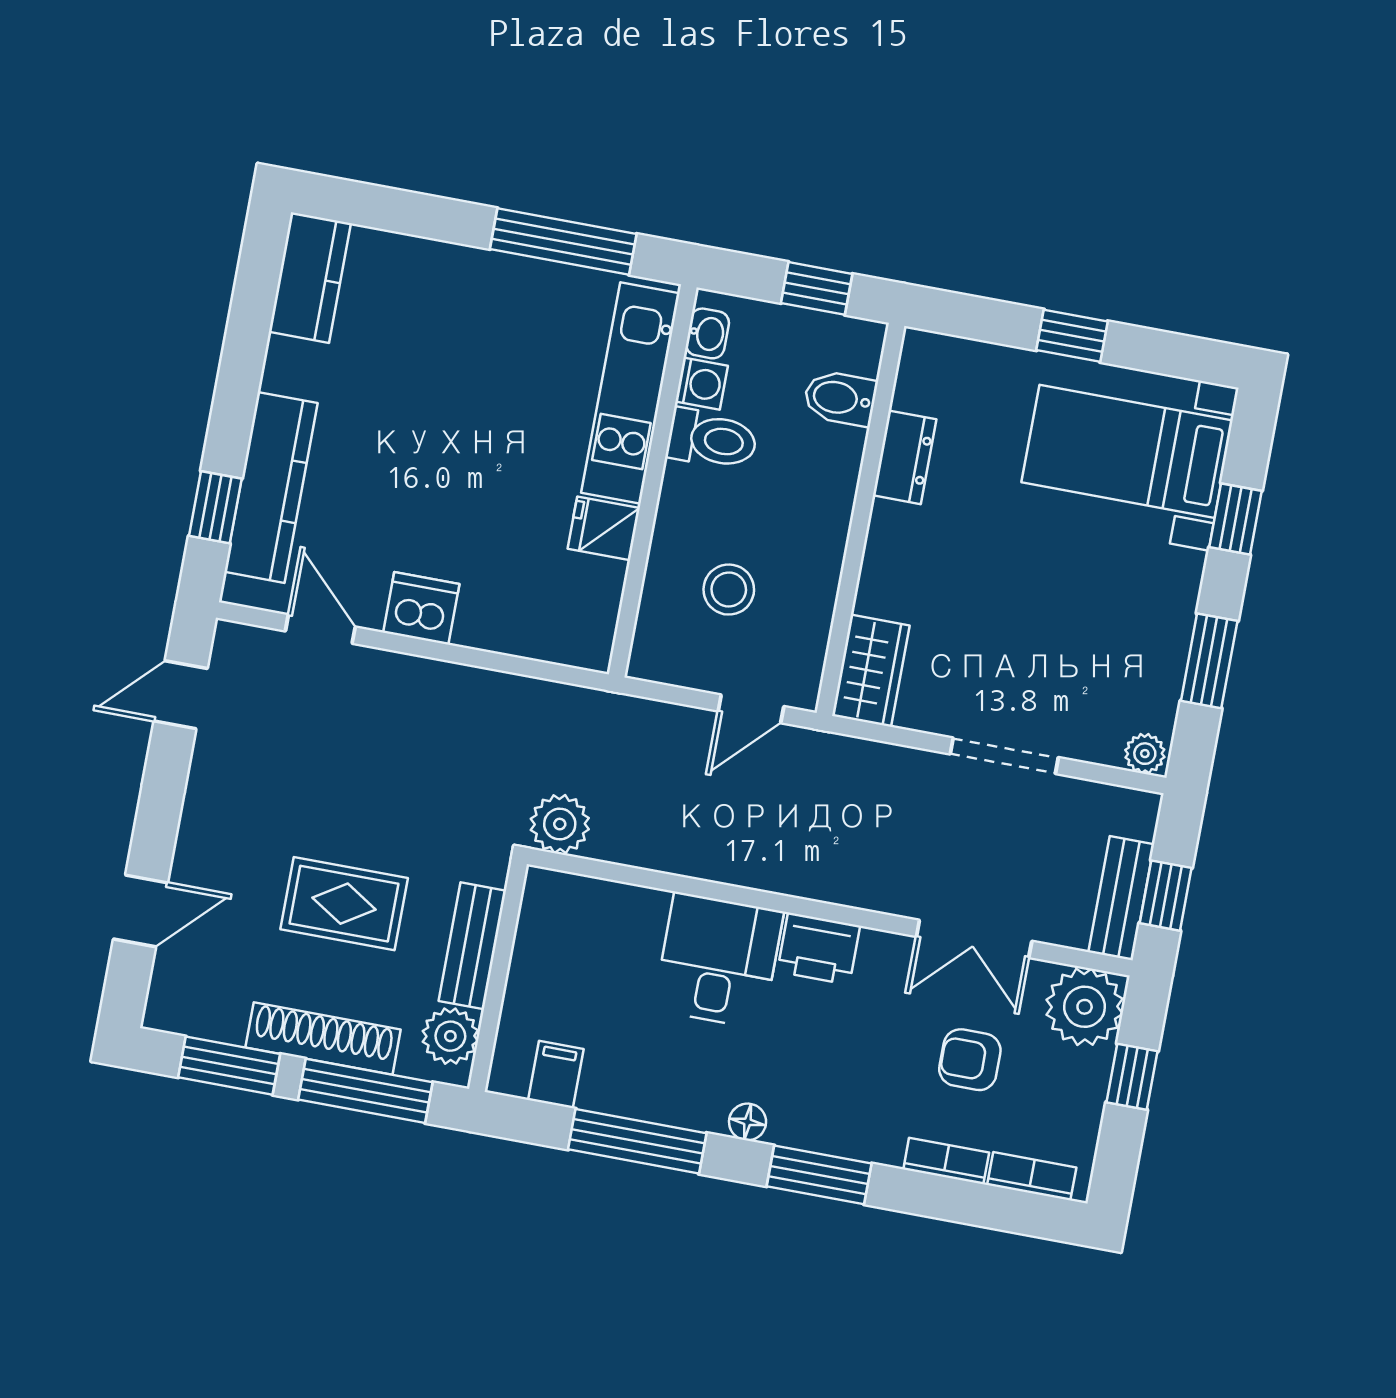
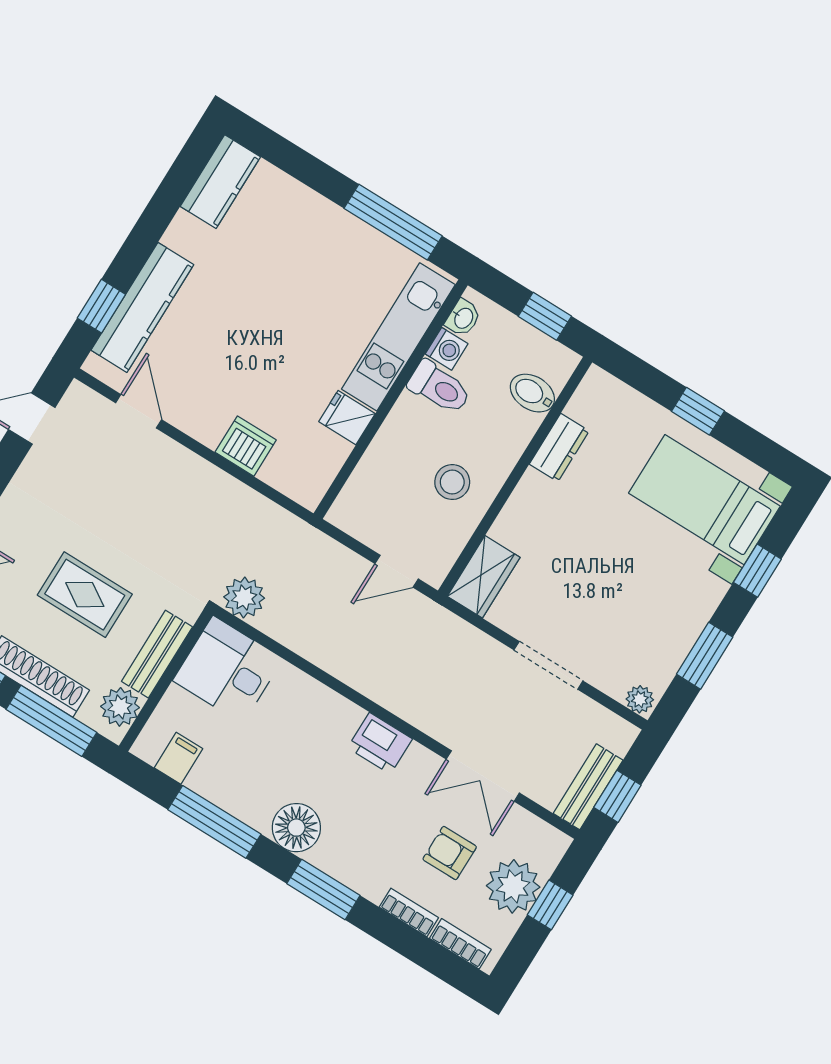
stool: (729, 590) -> (452, 482), moved
dishwasher: (421, 608) -> (246, 446), moved
desk: (718, 960) -> (228, 670), moved, turned -90
plant: (1085, 1007) -> (513, 886), moved
floor lamp: (748, 1122) -> (296, 828), width x1.89, depth x1.89

